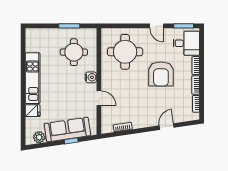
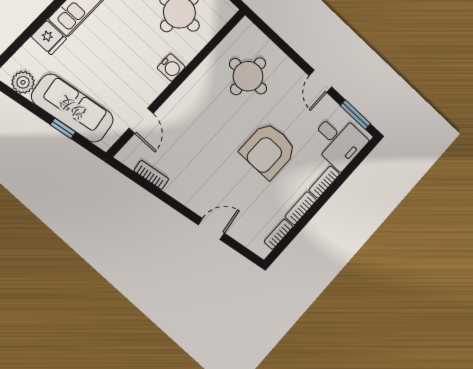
round table: (125, 52) -> (248, 76), width x0.73, depth x0.73
door: (99, 98) -> (141, 121), moved

